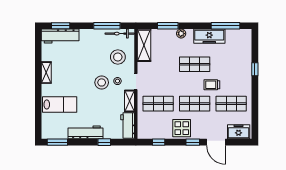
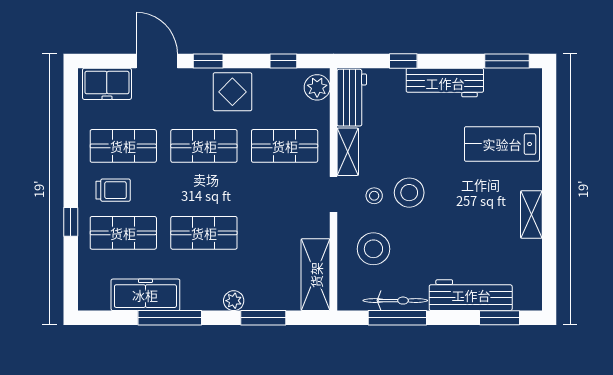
window: (225, 26) -> (170, 318), moved
bicycle: (120, 34) -> (395, 301), moved
workbench: (60, 36) -> (471, 295), moved
freezer: (209, 36) -> (145, 295), moved
shop shelf: (231, 64) -> (123, 233), added
trolley: (212, 85) -> (113, 190), moved
plant: (143, 130) -> (317, 87), added

